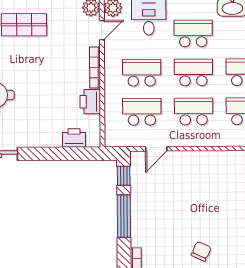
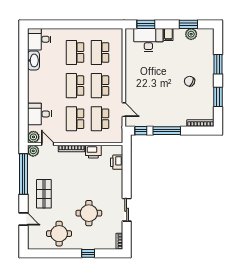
school desk: (193, 33) -> (50, 86), removed

